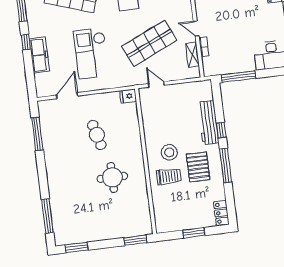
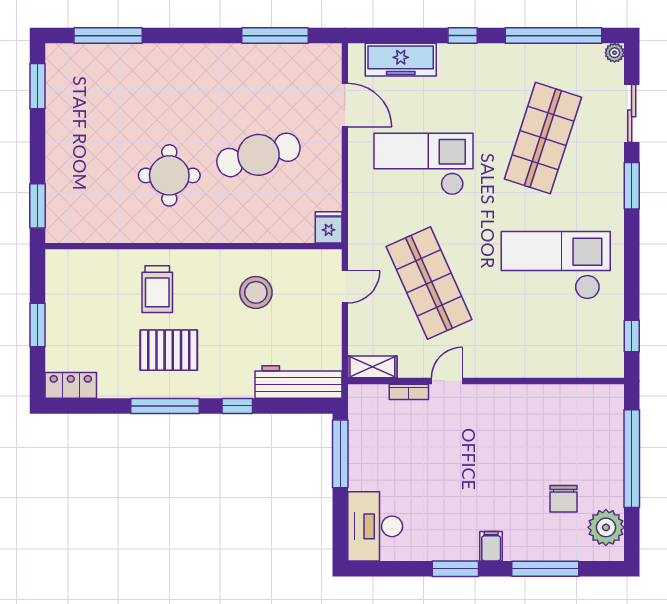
freezer: (39, 55) -> (401, 60), moved
shelving: (192, 55) -> (372, 367), moved
workbench: (208, 123) -> (298, 382), moved
cafe table: (97, 135) -> (258, 155), width x1.37, depth x1.35
stool: (169, 152) -> (256, 292), moved

